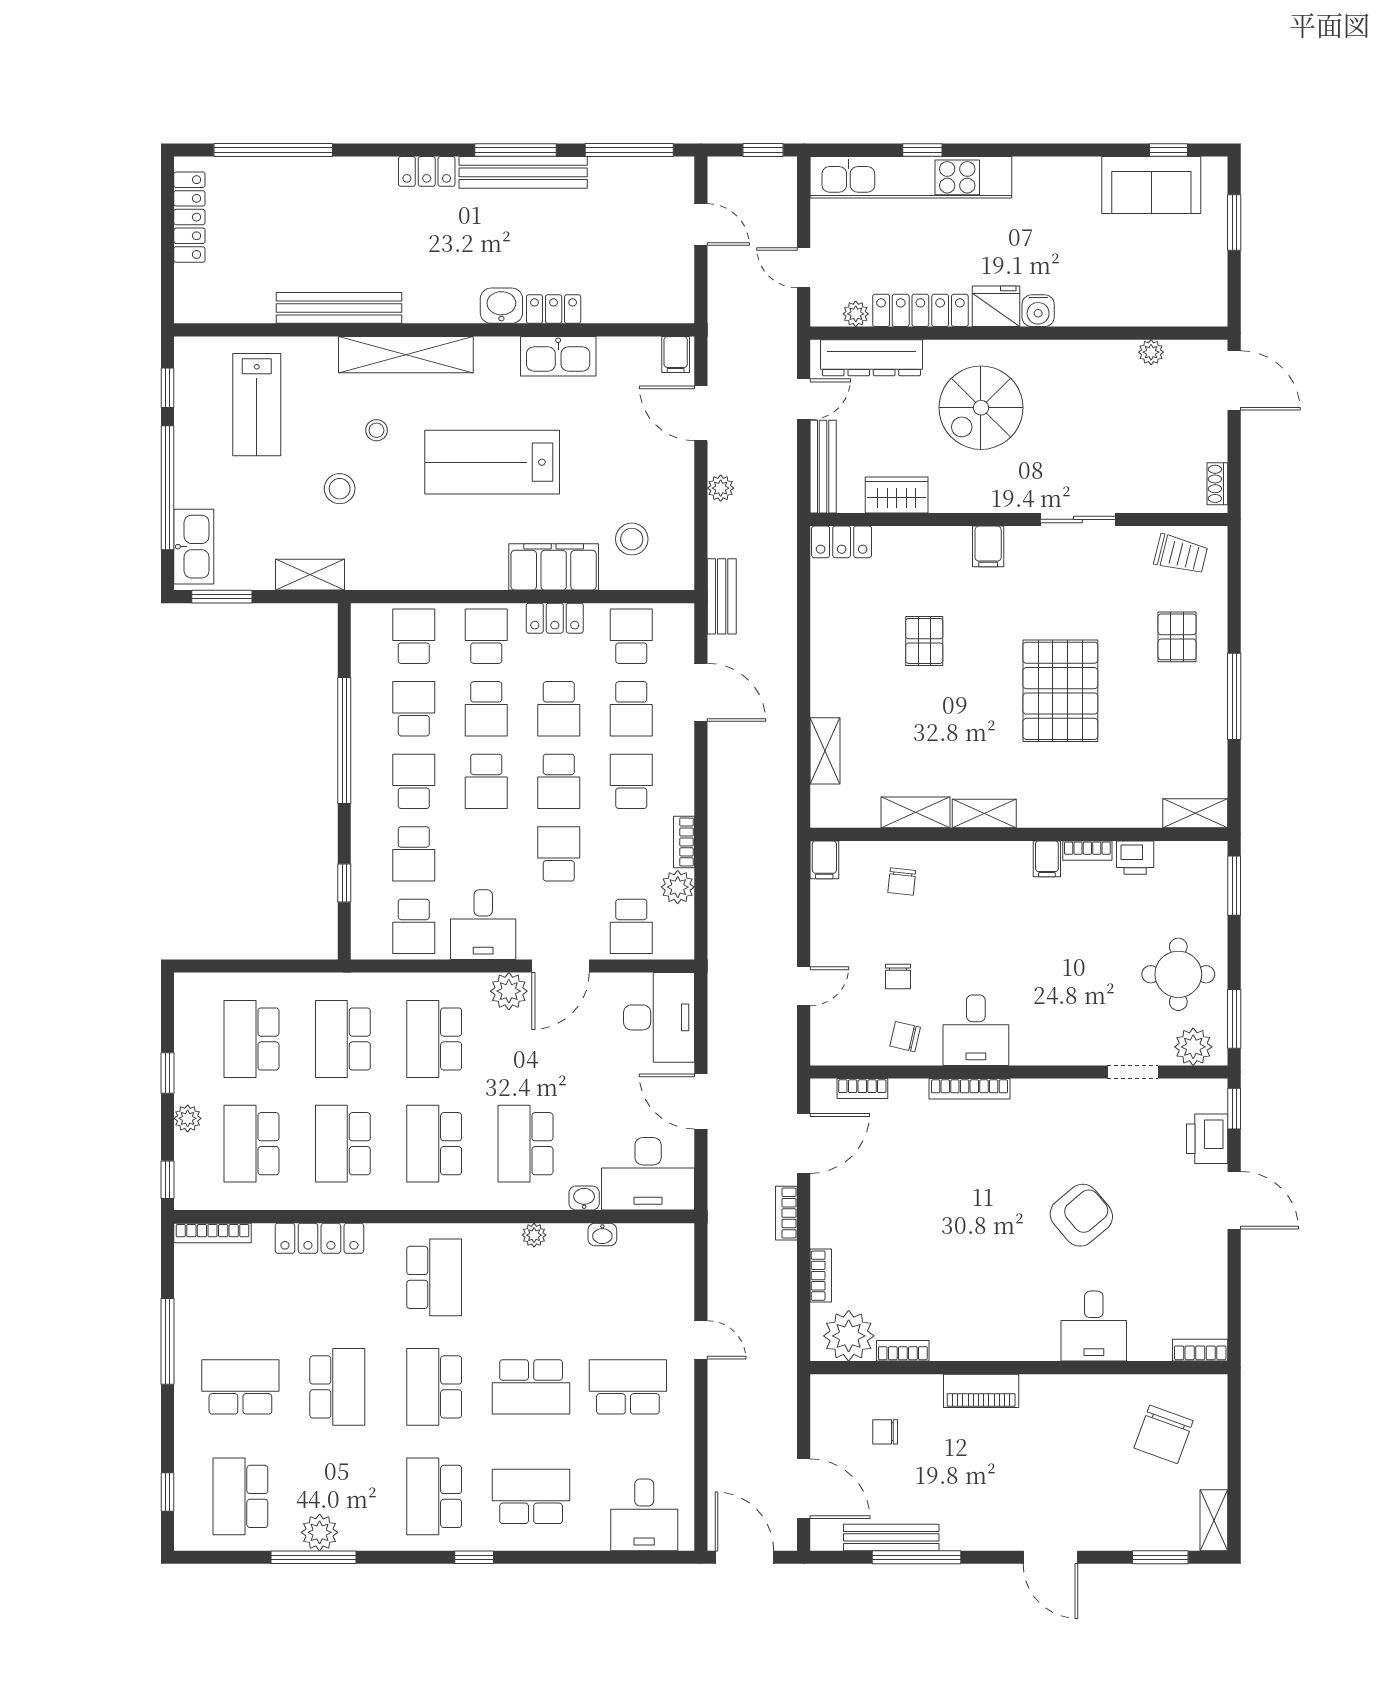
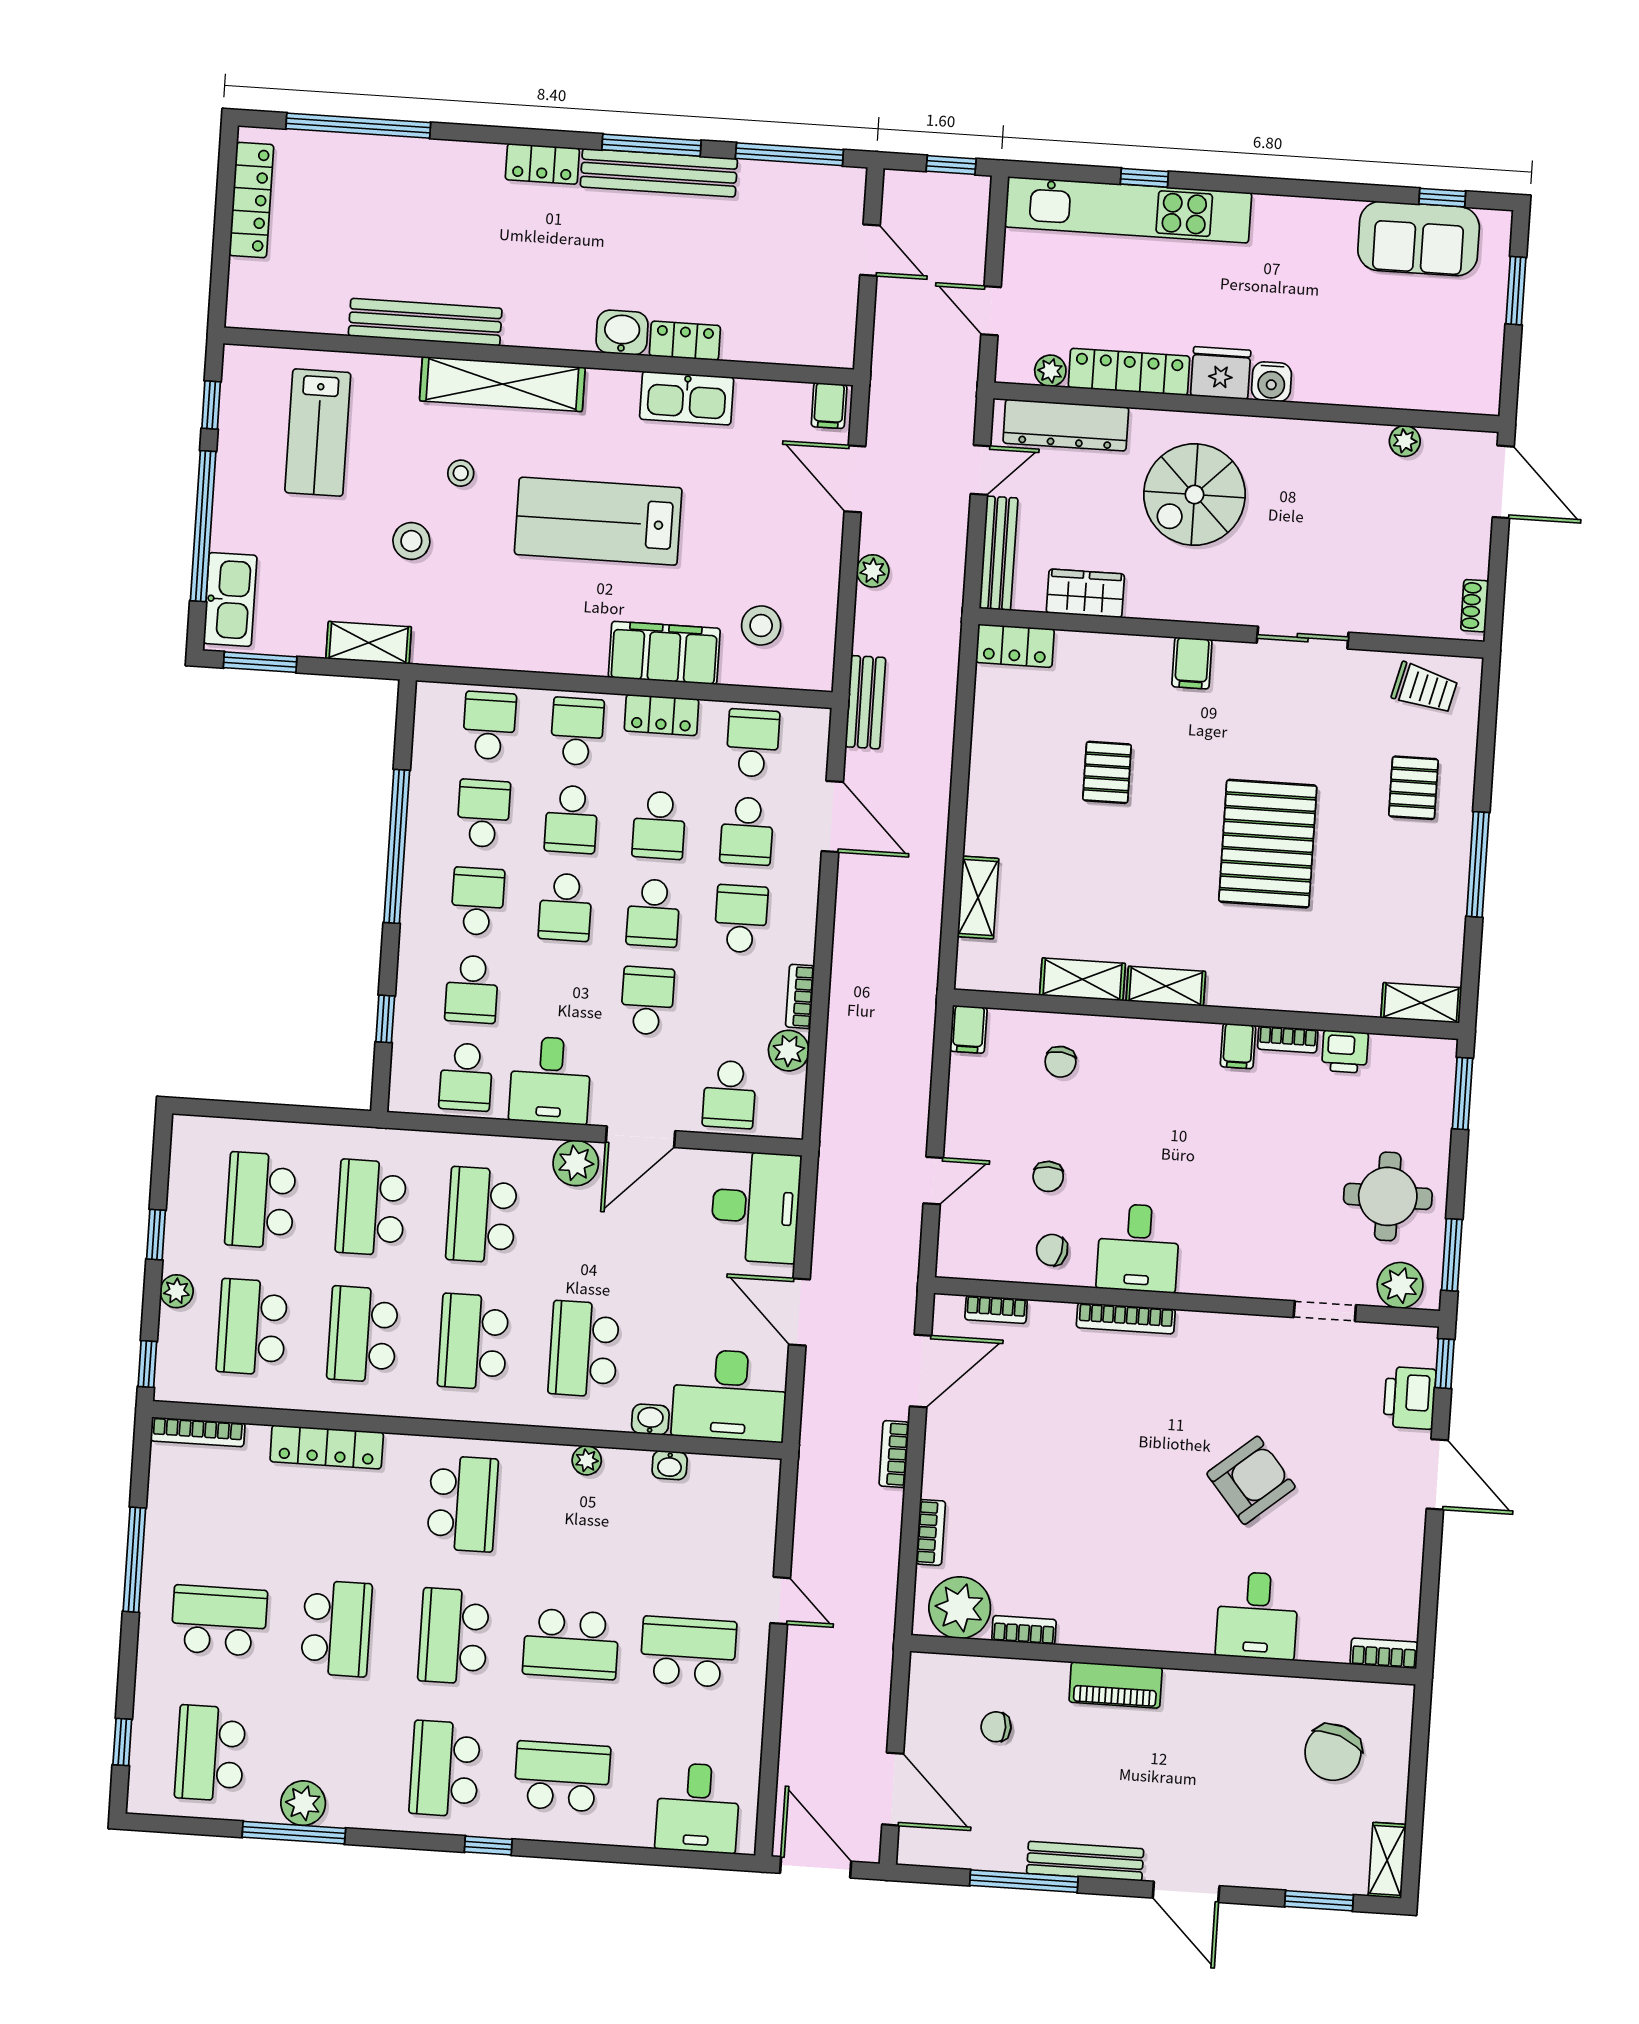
bench: (891, 1537) -> (1085, 1861), moved

